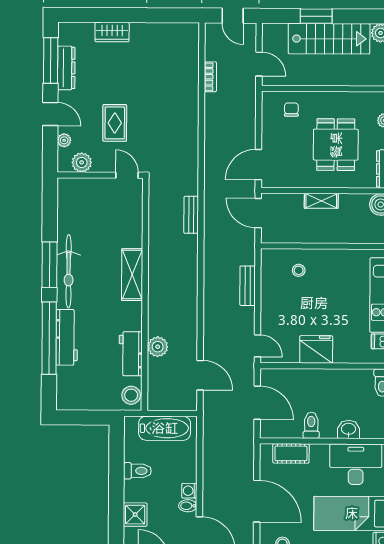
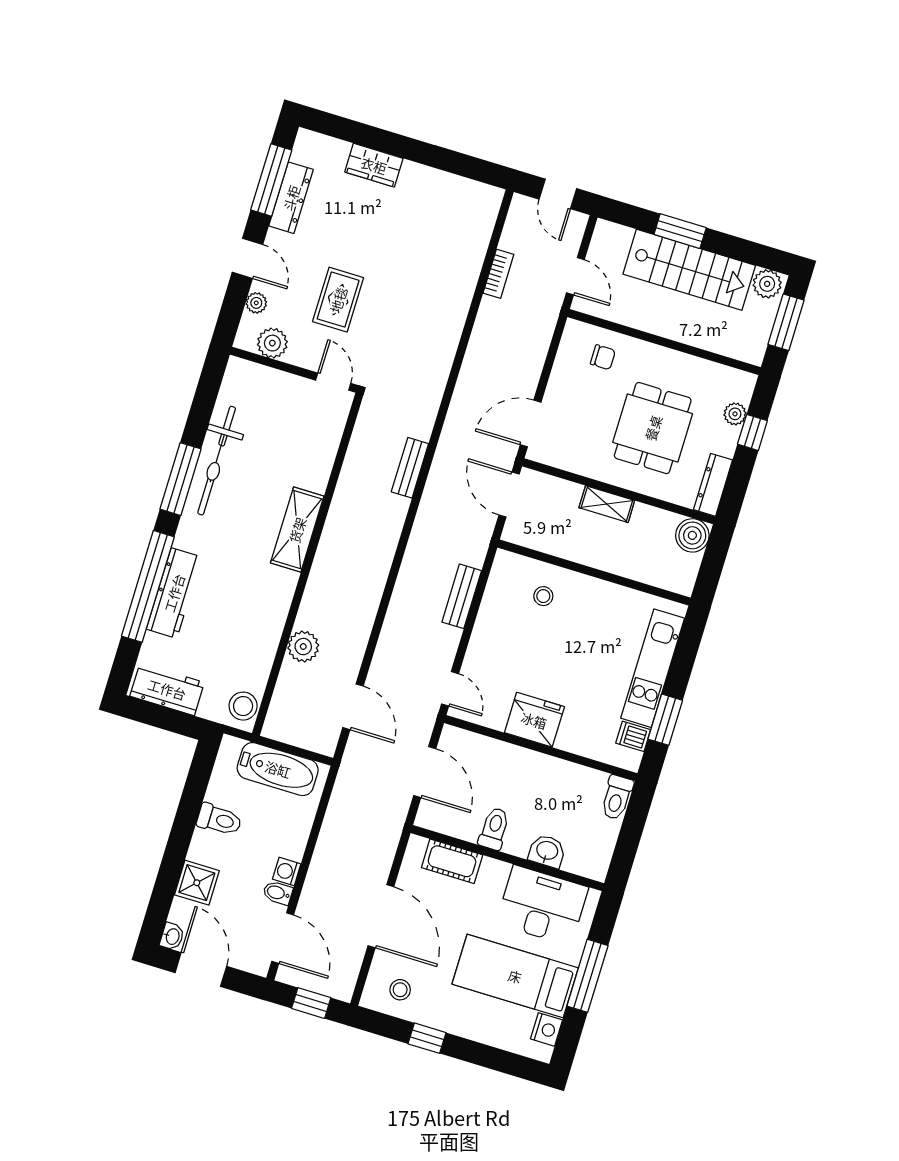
chair: (291, 110) -> (603, 357), turned 90
bicycle: (69, 271) -> (217, 461), moved
workbench: (131, 354) -> (167, 689), moved, turned 90

